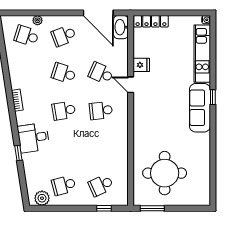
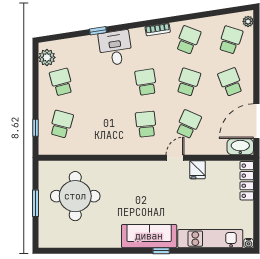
plant: (37, 20) -> (248, 21), moved
school desk: (27, 73) -> (188, 40), added
school desk: (101, 185) -> (61, 124), turned 39
window: (152, 208) -> (35, 203), moved

